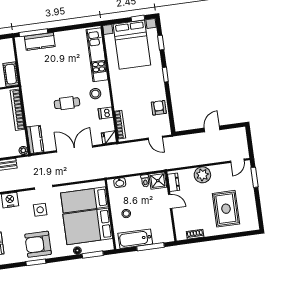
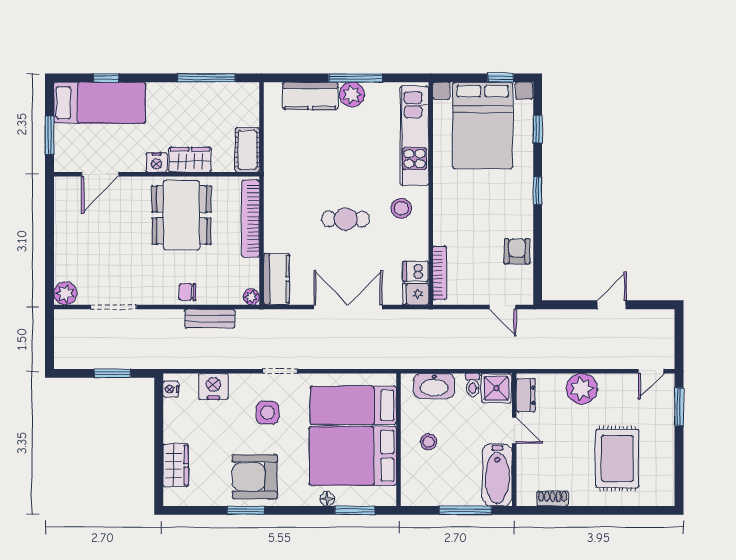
window: (33, 33) -> (355, 78), moved
plant: (61, 38) -> (352, 95), added
dishwasher: (106, 113) -> (416, 271), moved
washbasin: (120, 183) -> (434, 386), width x1.91, depth x1.45
bathtub: (135, 239) -> (497, 475), moved, turned -90

